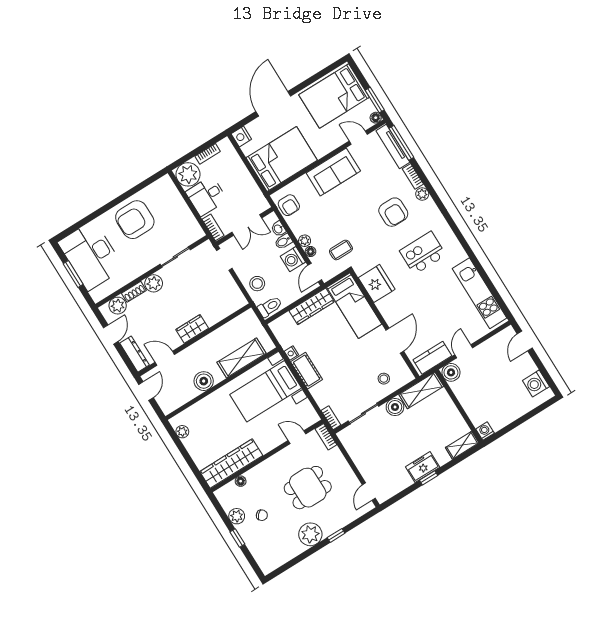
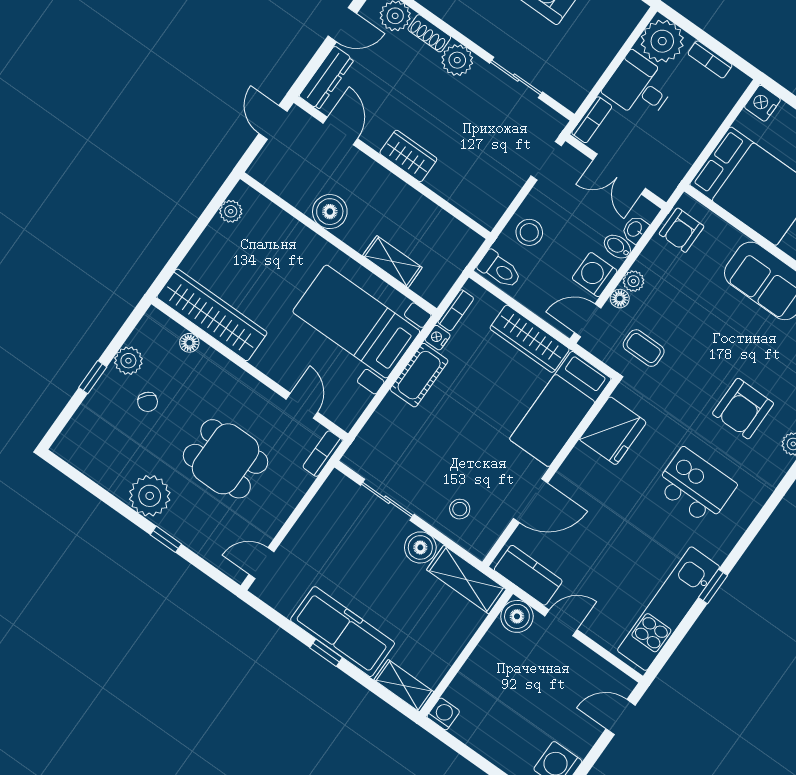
window: (478, 266) -> (713, 587), added
shelving: (241, 358) -> (392, 262), width x0.67, depth x0.75
door: (146, 391) -> (273, 122), swing flipped
bookcase: (331, 418) -> (456, 310), moved
freezer: (423, 467) -> (343, 632), width x1.91, depth x1.26

